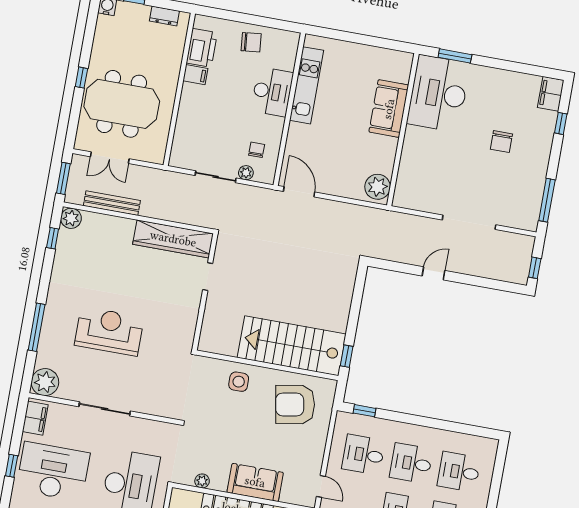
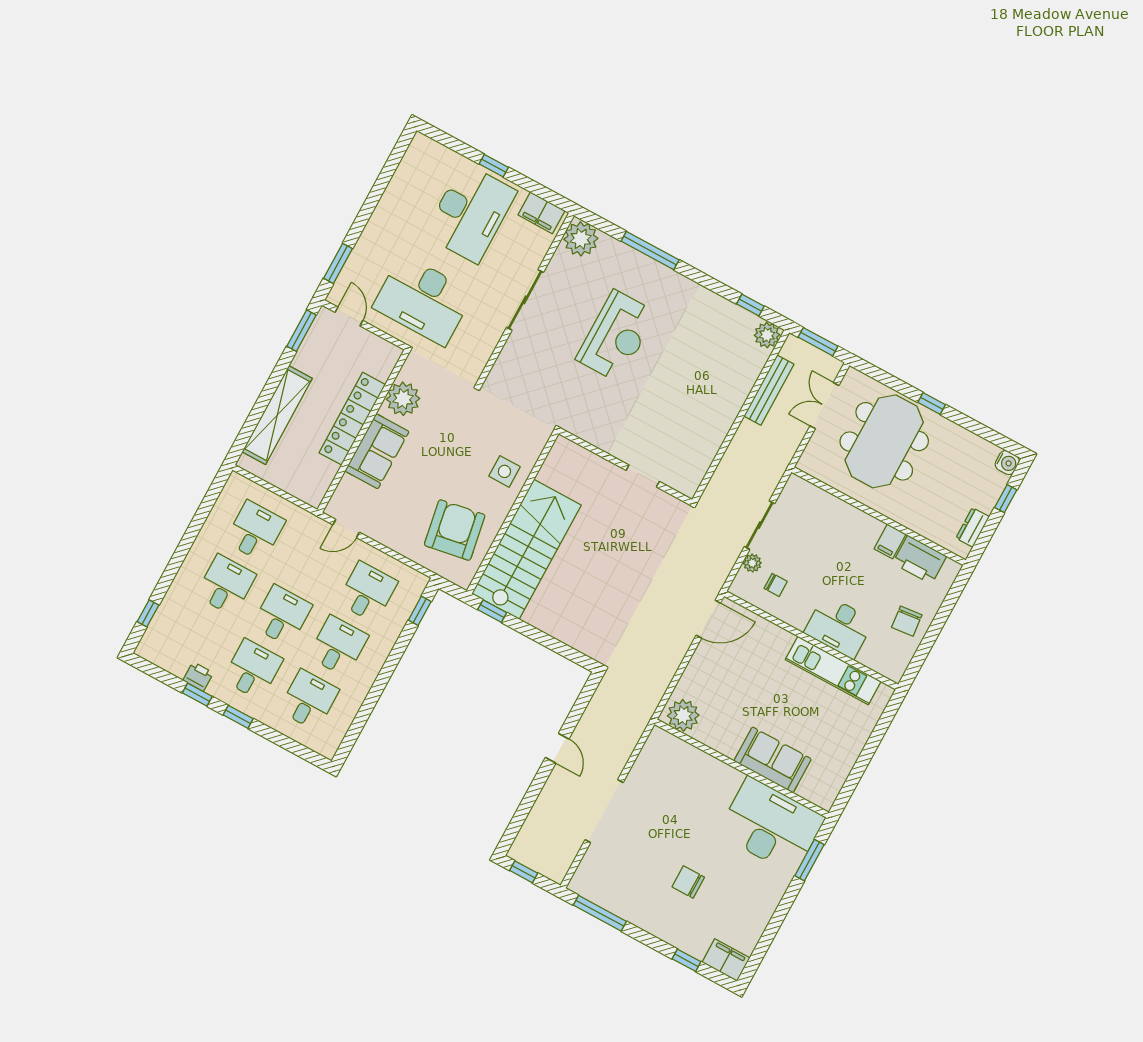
wardrobe: (173, 239) -> (702, 449), removed
plant: (202, 481) -> (403, 399), width x1.87, depth x1.87

